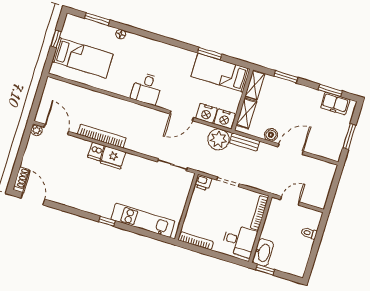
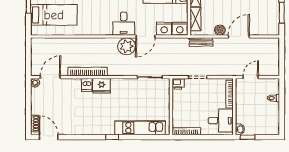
desk: (147, 89) -> (124, 24), moved
door: (56, 129) -> (50, 77), hinge flipped
plant: (218, 139) -> (127, 46), moved
washbasin: (263, 252) -> (240, 129), width x0.52, depth x0.69

